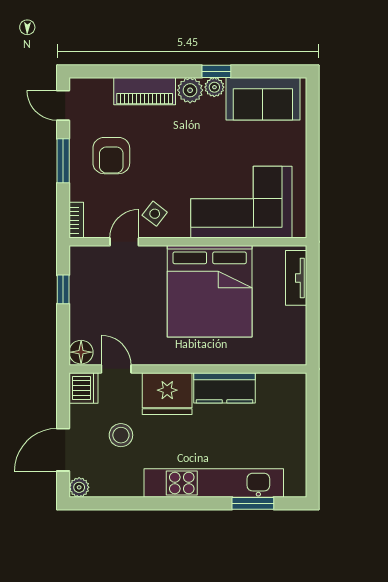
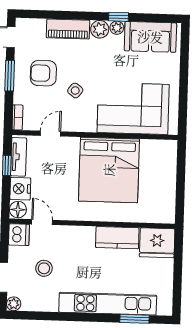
armchair: (111, 156) -> (43, 73), turned 90
side table: (155, 214) -> (75, 90), moved
tv unit: (296, 278) -> (19, 157), moved, turned 180
nightstand: (83, 322) -> (20, 189), added
fridge: (167, 394) -> (157, 243), moved

